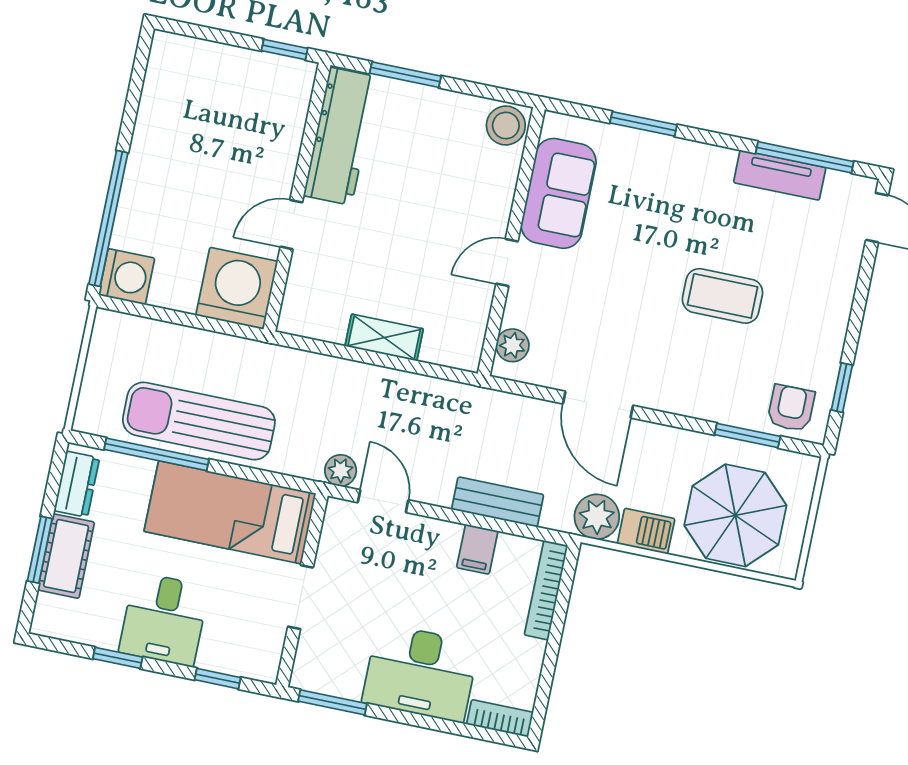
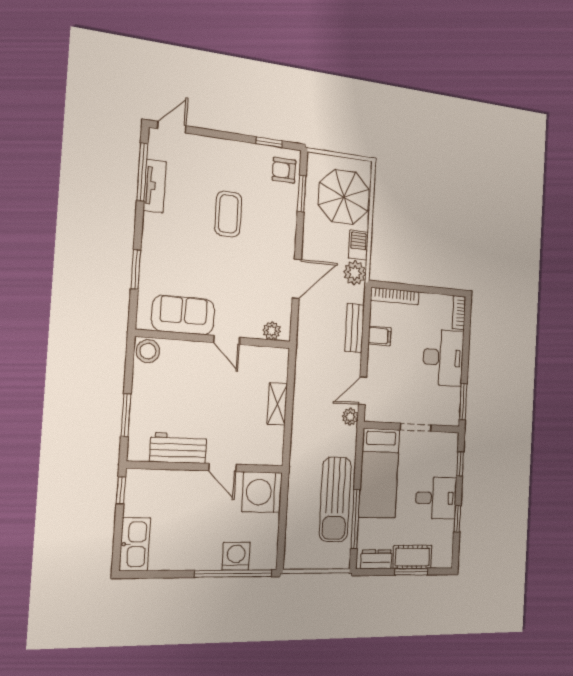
kitchen sink: (192, 60) -> (135, 544), added
workbench: (341, 136) -> (178, 448), width x0.73
washing machine: (127, 277) -> (236, 556), moved

